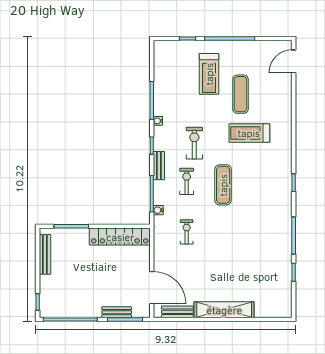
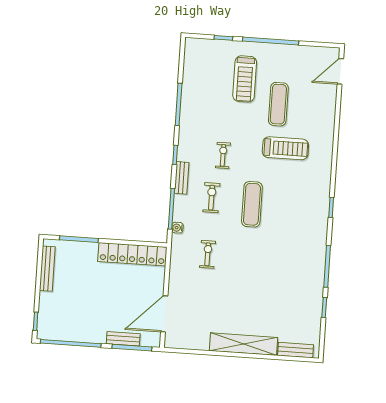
water cooler: (158, 121) -> (184, 128), removed
treadmill: (249, 133) -> (285, 148), turned 180
exercise bike: (194, 143) -> (223, 155), width x0.73, depth x0.72
door: (152, 288) -> (164, 314), swing flipped
bench: (177, 312) -> (296, 350), moved

